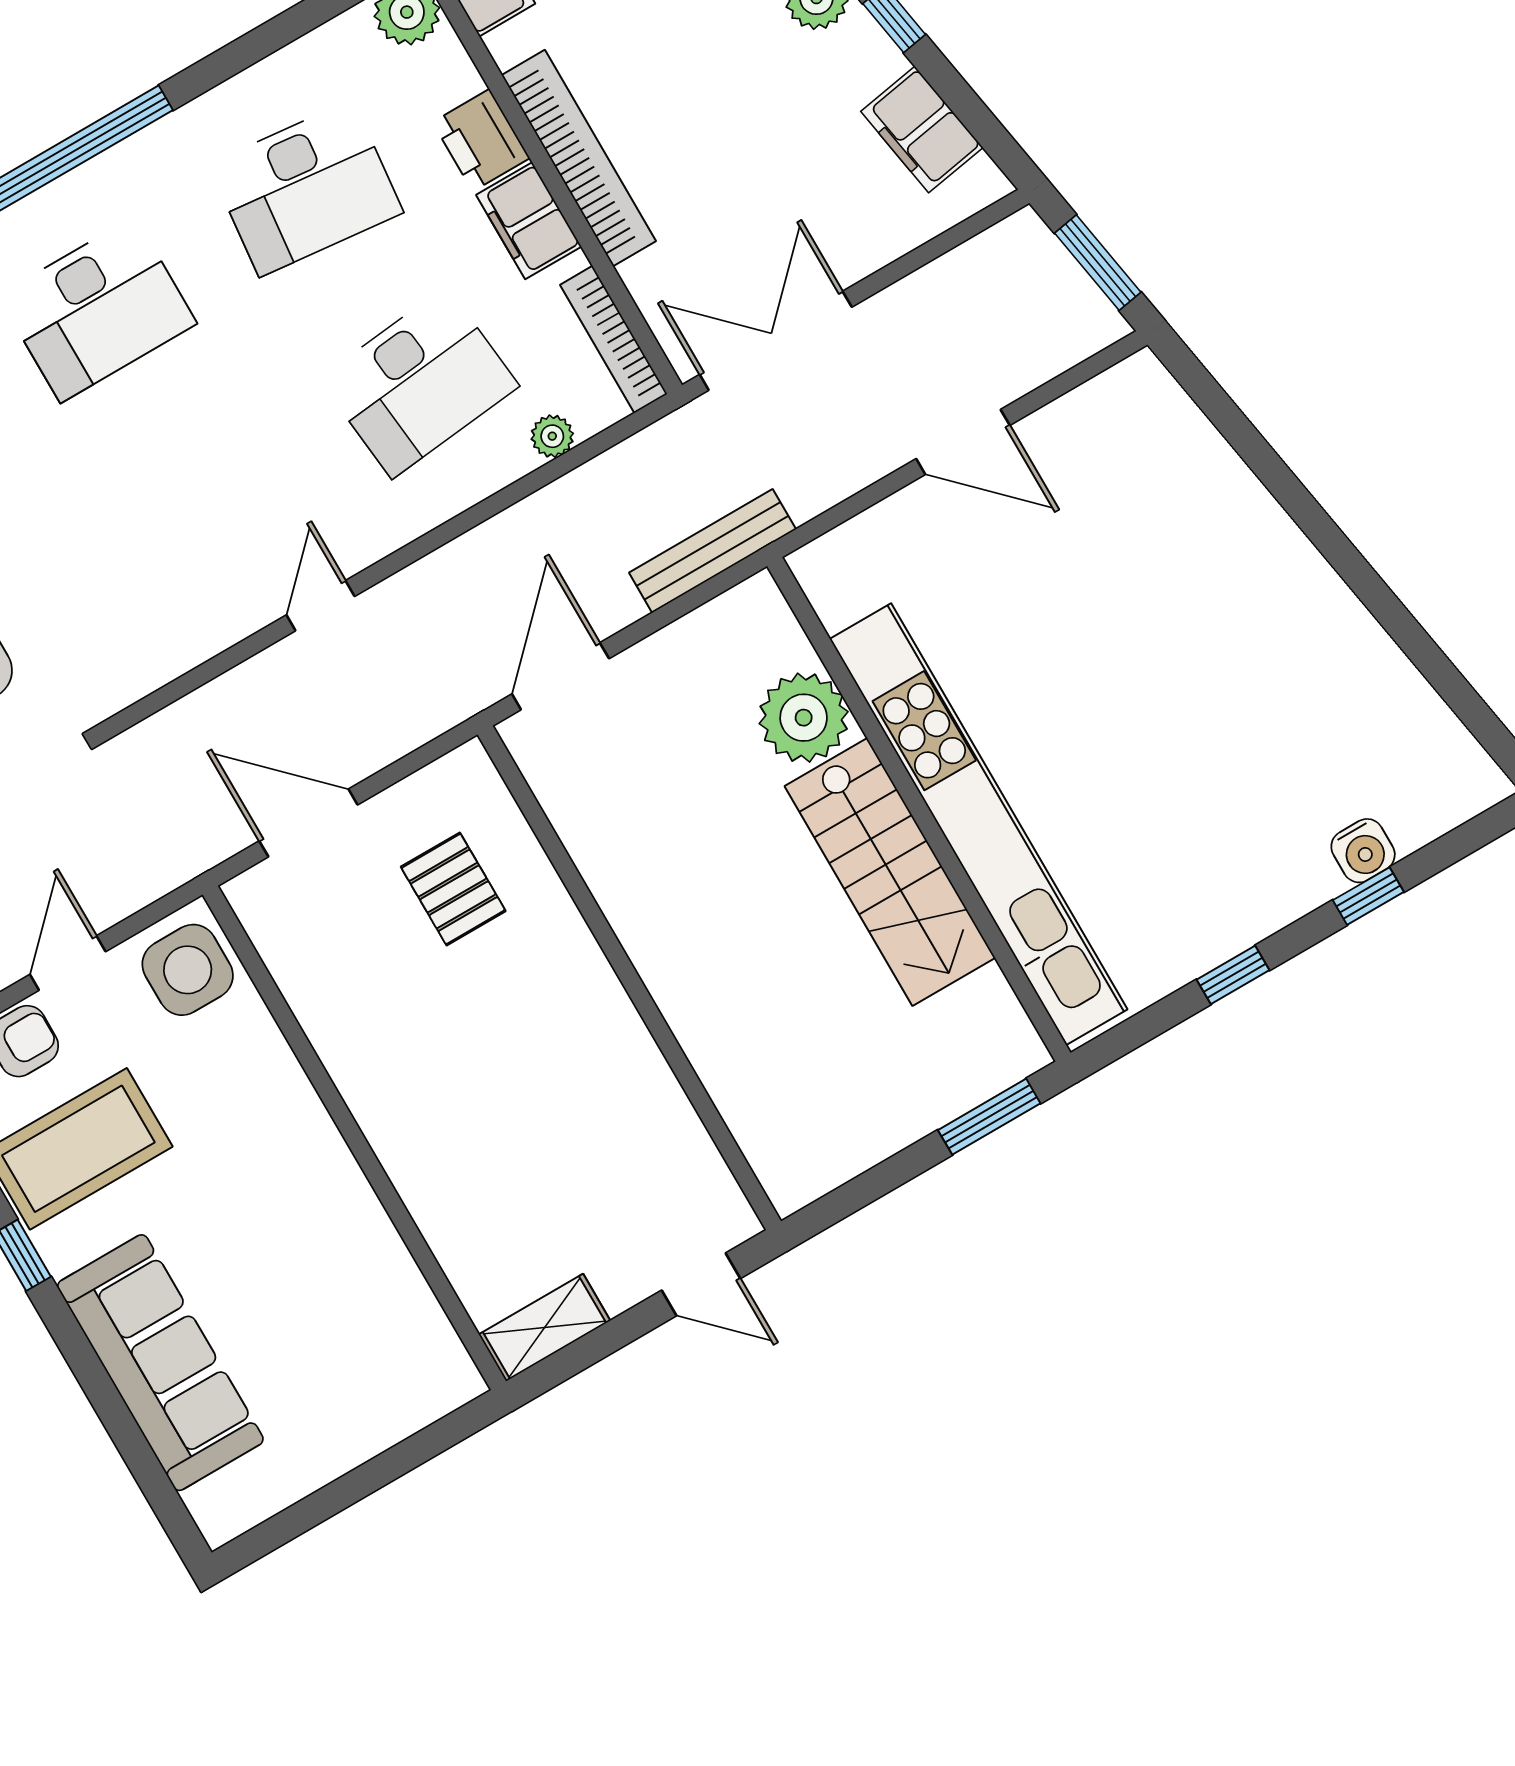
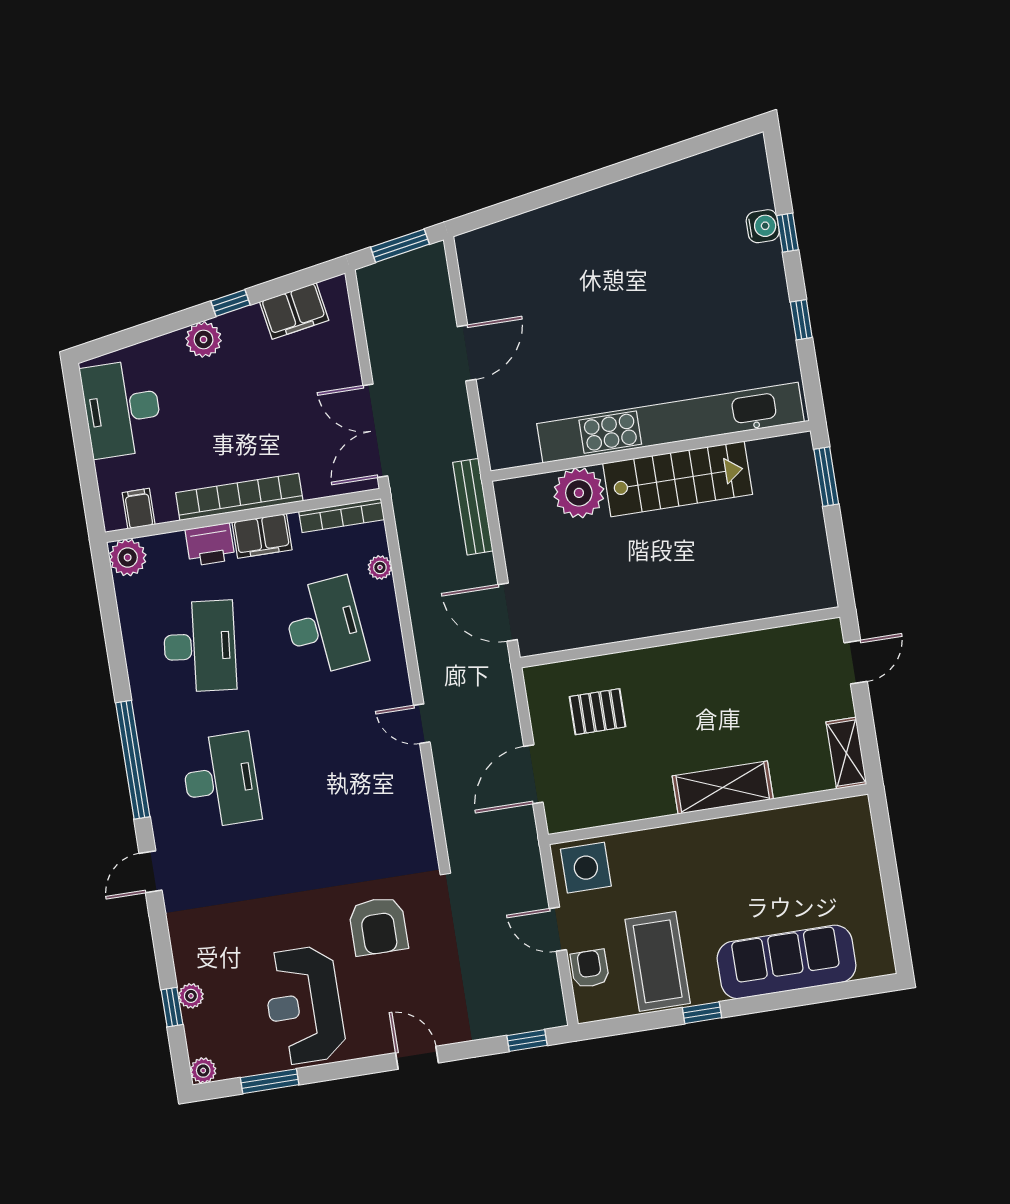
shelving: (408, 1145) -> (723, 788), added

